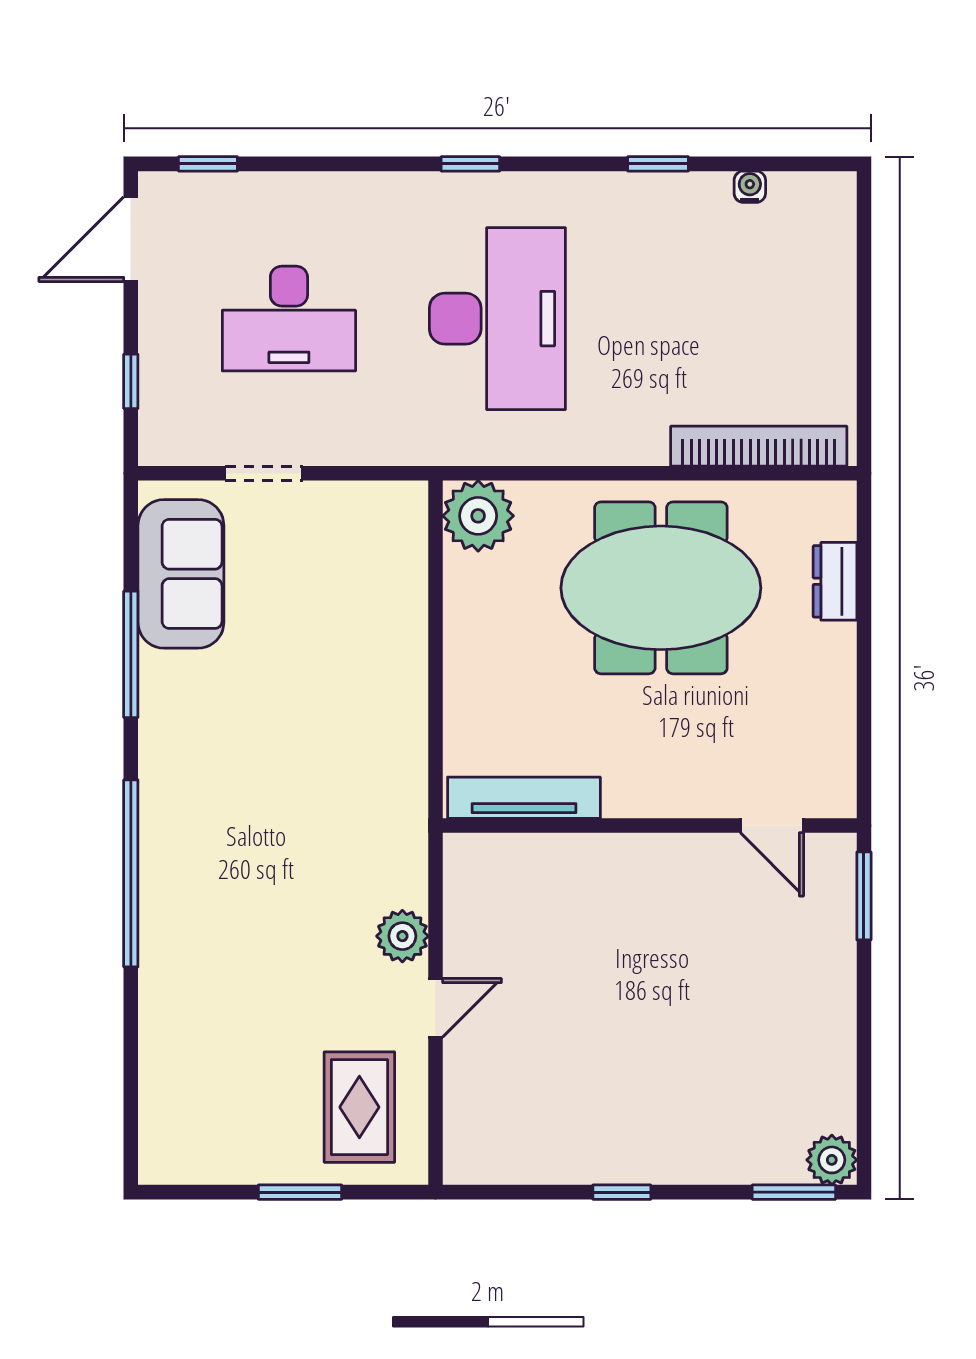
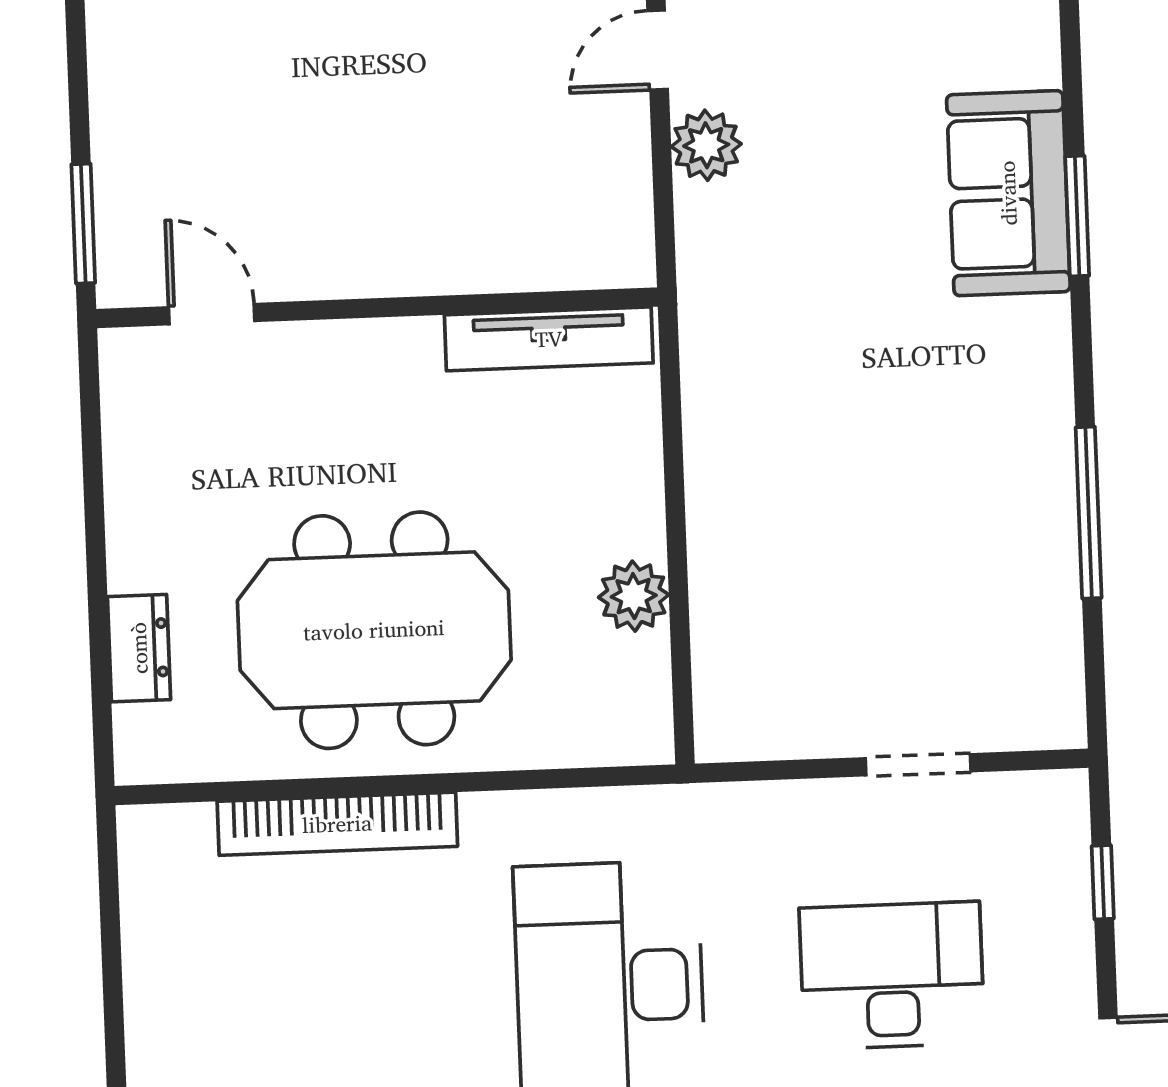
bookcase: (759, 446) -> (337, 824), moved
plant: (478, 516) -> (634, 596), moved, width x0.73, depth x0.73
sofa: (181, 574) -> (1008, 193), moved
window: (131, 873) -> (1077, 216), width x0.47

